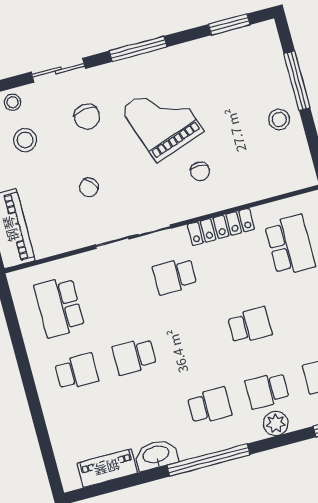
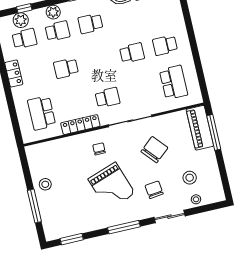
chair: (200, 171) -> (99, 149), moved
chair: (89, 187) -> (154, 150), width x1.87, depth x1.87

